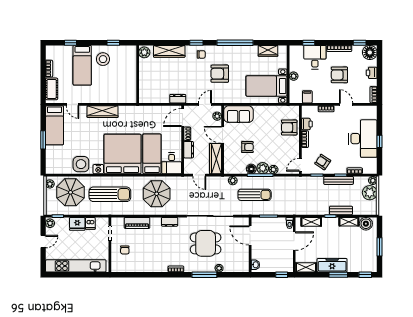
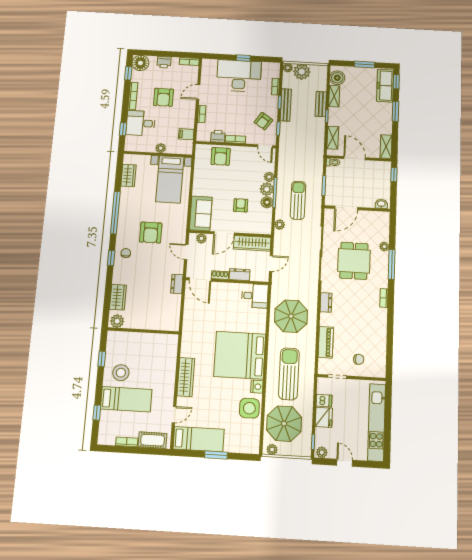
wardrobe: (169, 51) -> (118, 297), width x0.67
bed: (152, 154) -> (242, 319), removed
freezer: (332, 265) -> (385, 86), moved

